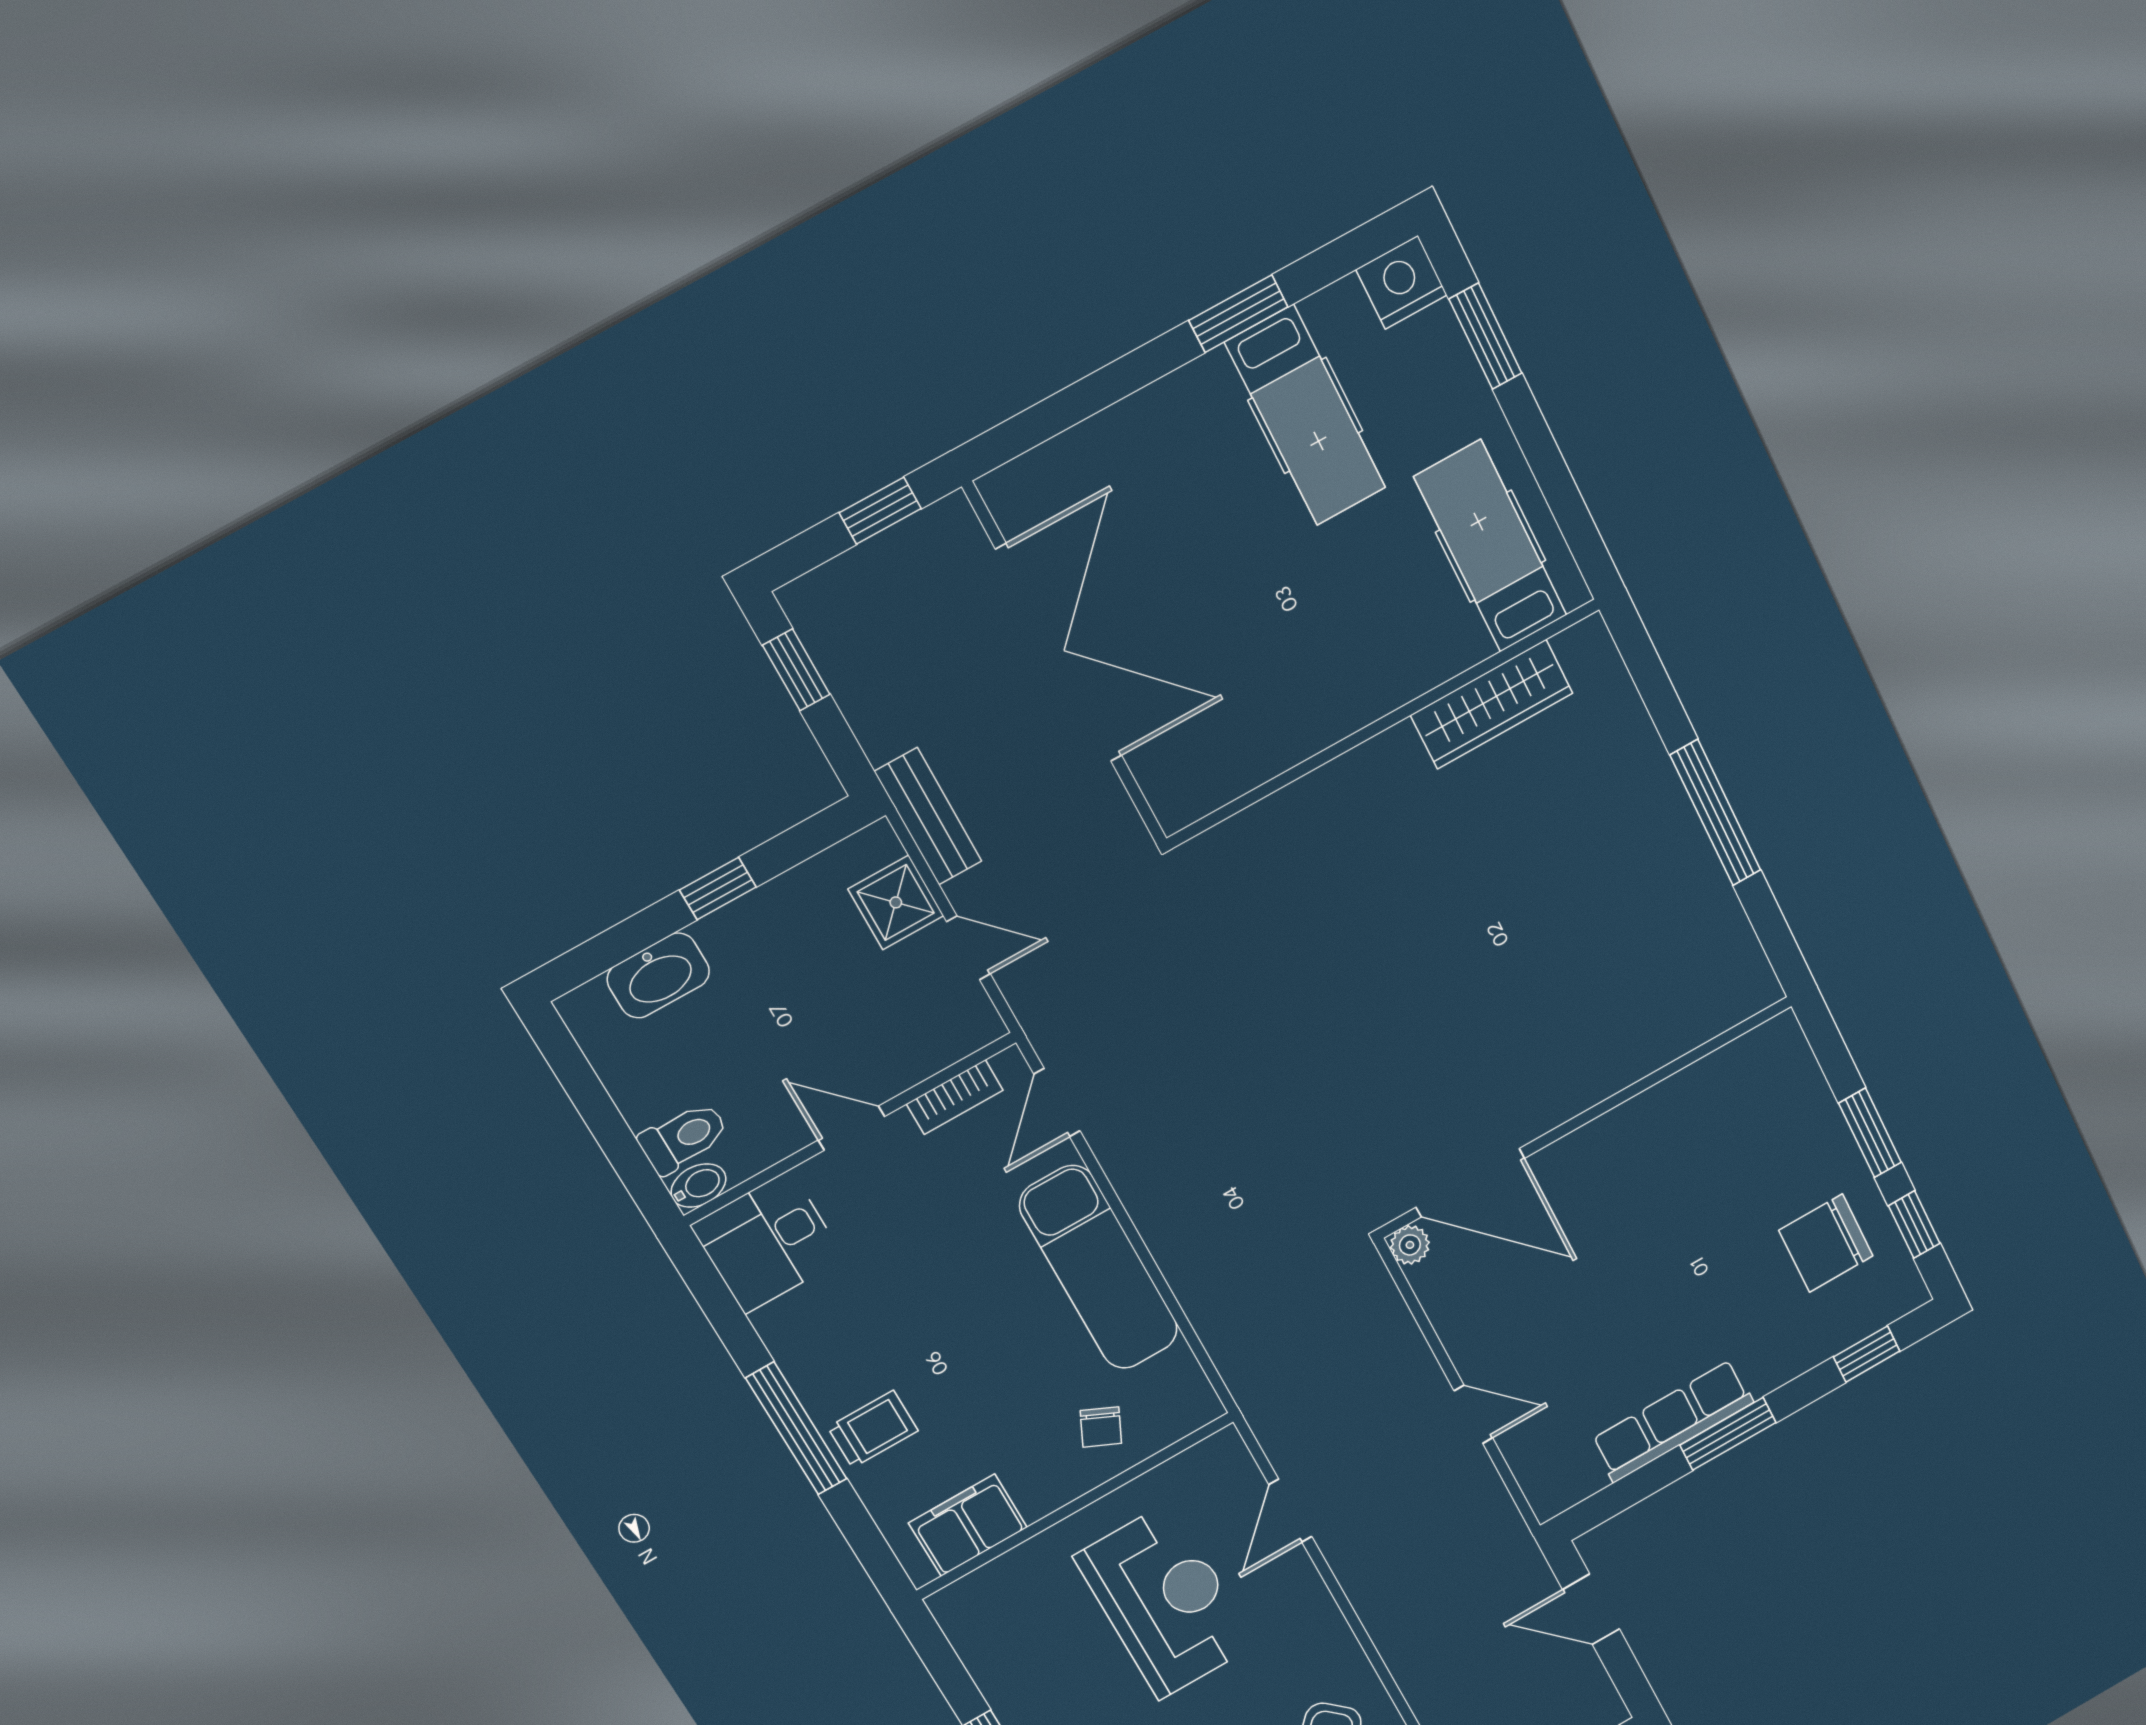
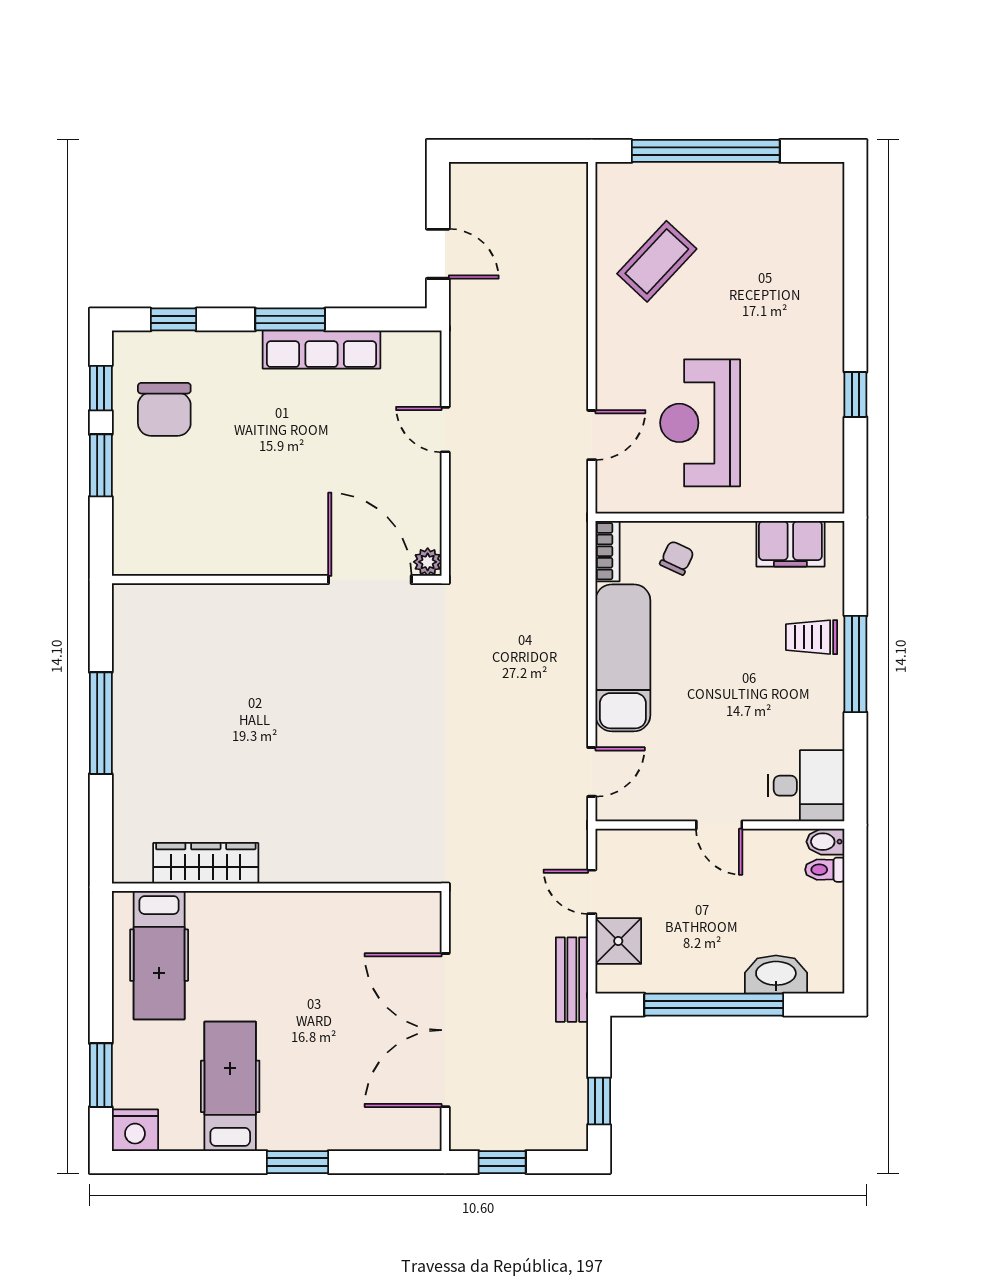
window: (1238, 314) -> (298, 1162), moved
window: (718, 889) -> (714, 1005), width x3.17
bookcase: (955, 1097) -> (607, 551), moved, turned 90
toilet: (684, 1138) -> (825, 870), width x0.73, depth x0.72
chair: (1826, 1243) -> (164, 409), turned 90

